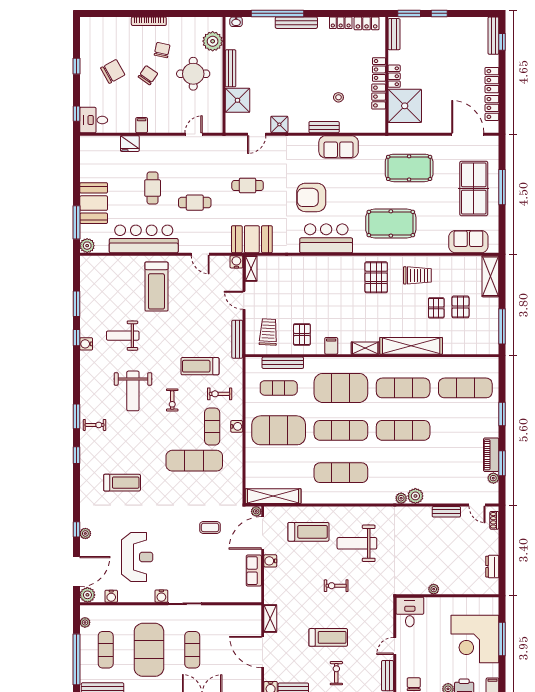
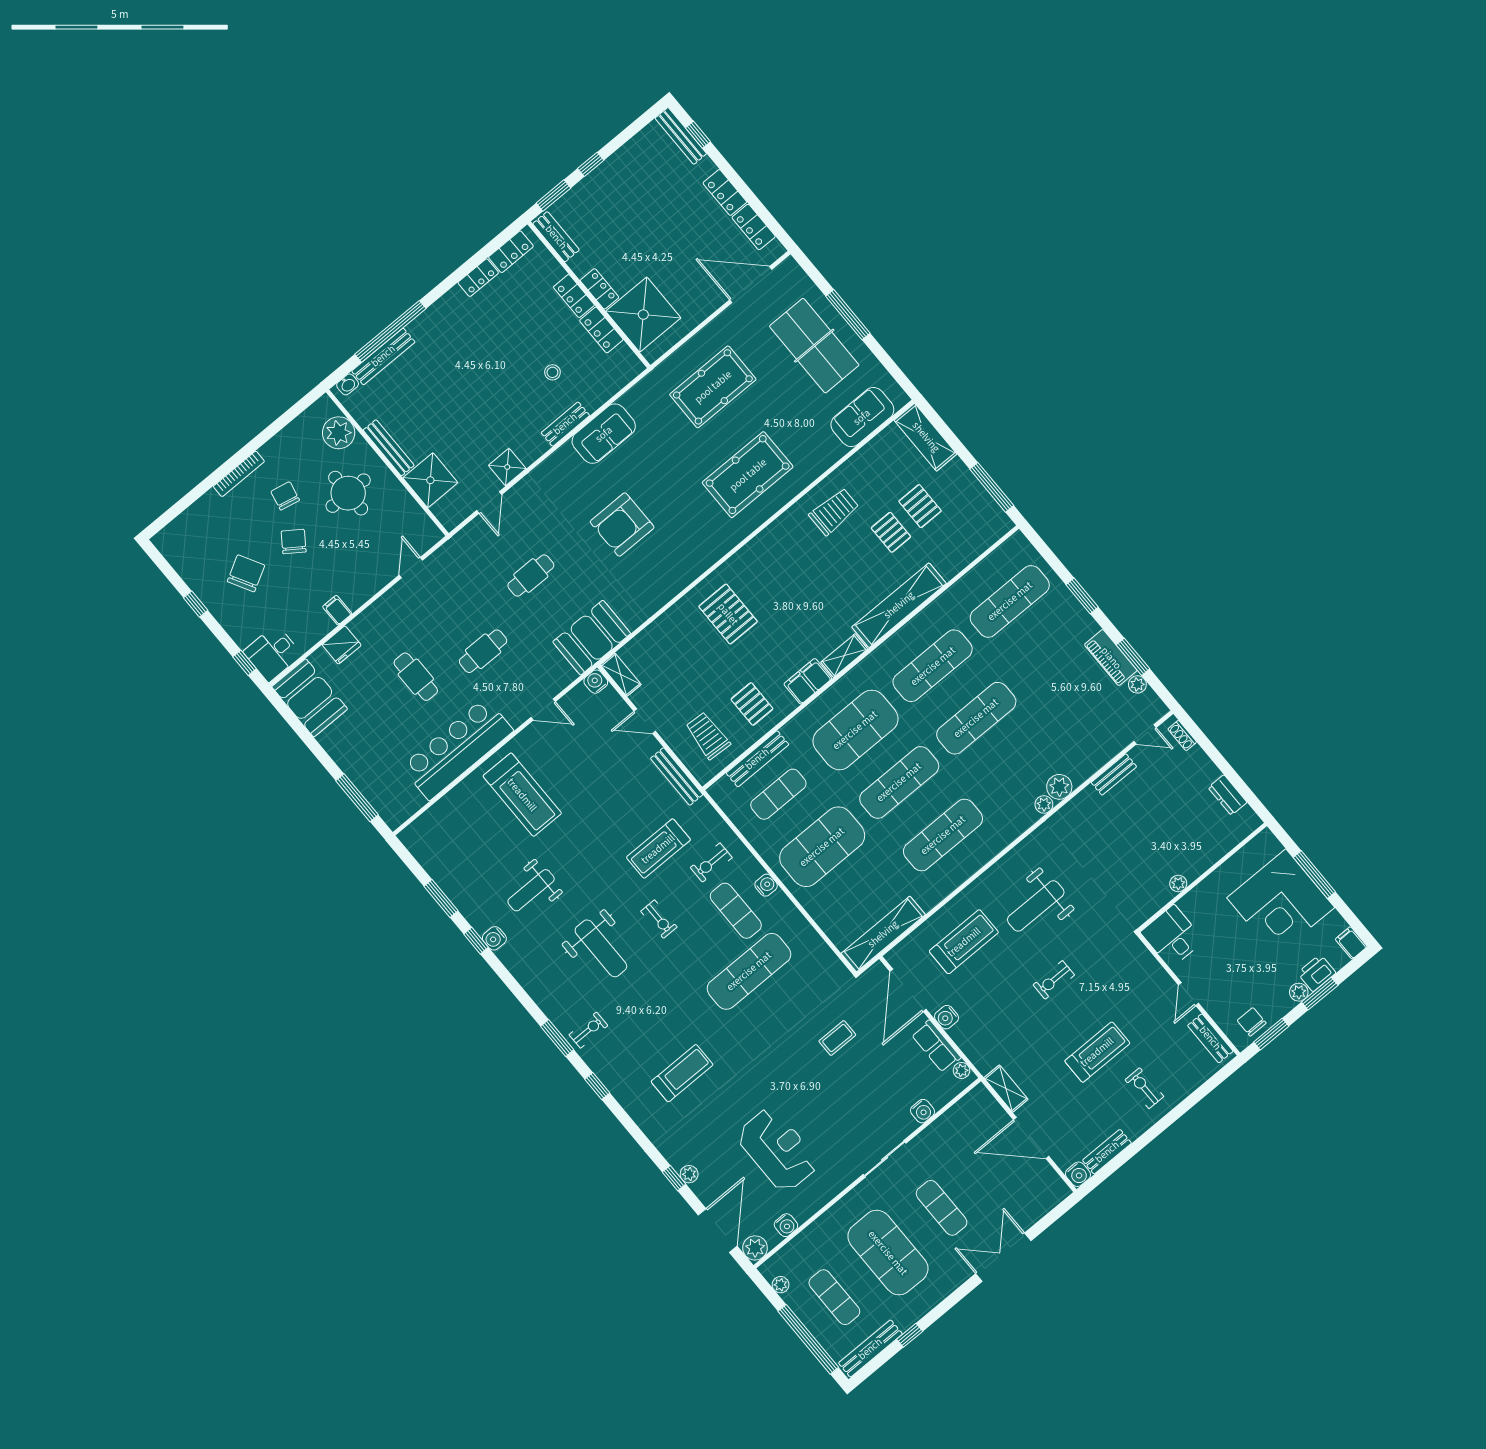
bench: (296, 23) -> (383, 356), moved
booth: (94, 203) -> (310, 698), moved
bar counter: (326, 238) -> (683, 560), removed
plant: (87, 246) -> (394, 816), removed
pallet: (376, 277) -> (728, 614), moved
filing cabinet: (331, 346) -> (808, 681), width x2.00
plant: (256, 511) -> (962, 1070), moved
water cooler: (161, 596) -> (922, 1111), moved

